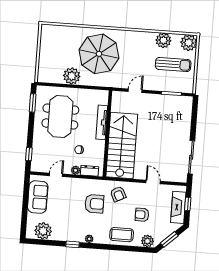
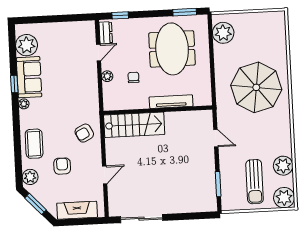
plant: (72, 76) -> (223, 33), moved
meeting table: (60, 117) -> (172, 49), turned 90
stairs: (122, 145) -> (134, 125), width x0.73, depth x0.66
dresser: (90, 171) -> (106, 33), moved
door: (56, 175) -> (98, 53), hinge flipped
sofa: (38, 197) -> (29, 77), moved, turned -90
armchair: (94, 204) -> (68, 105), removed
window: (188, 204) -> (83, 222), removed

